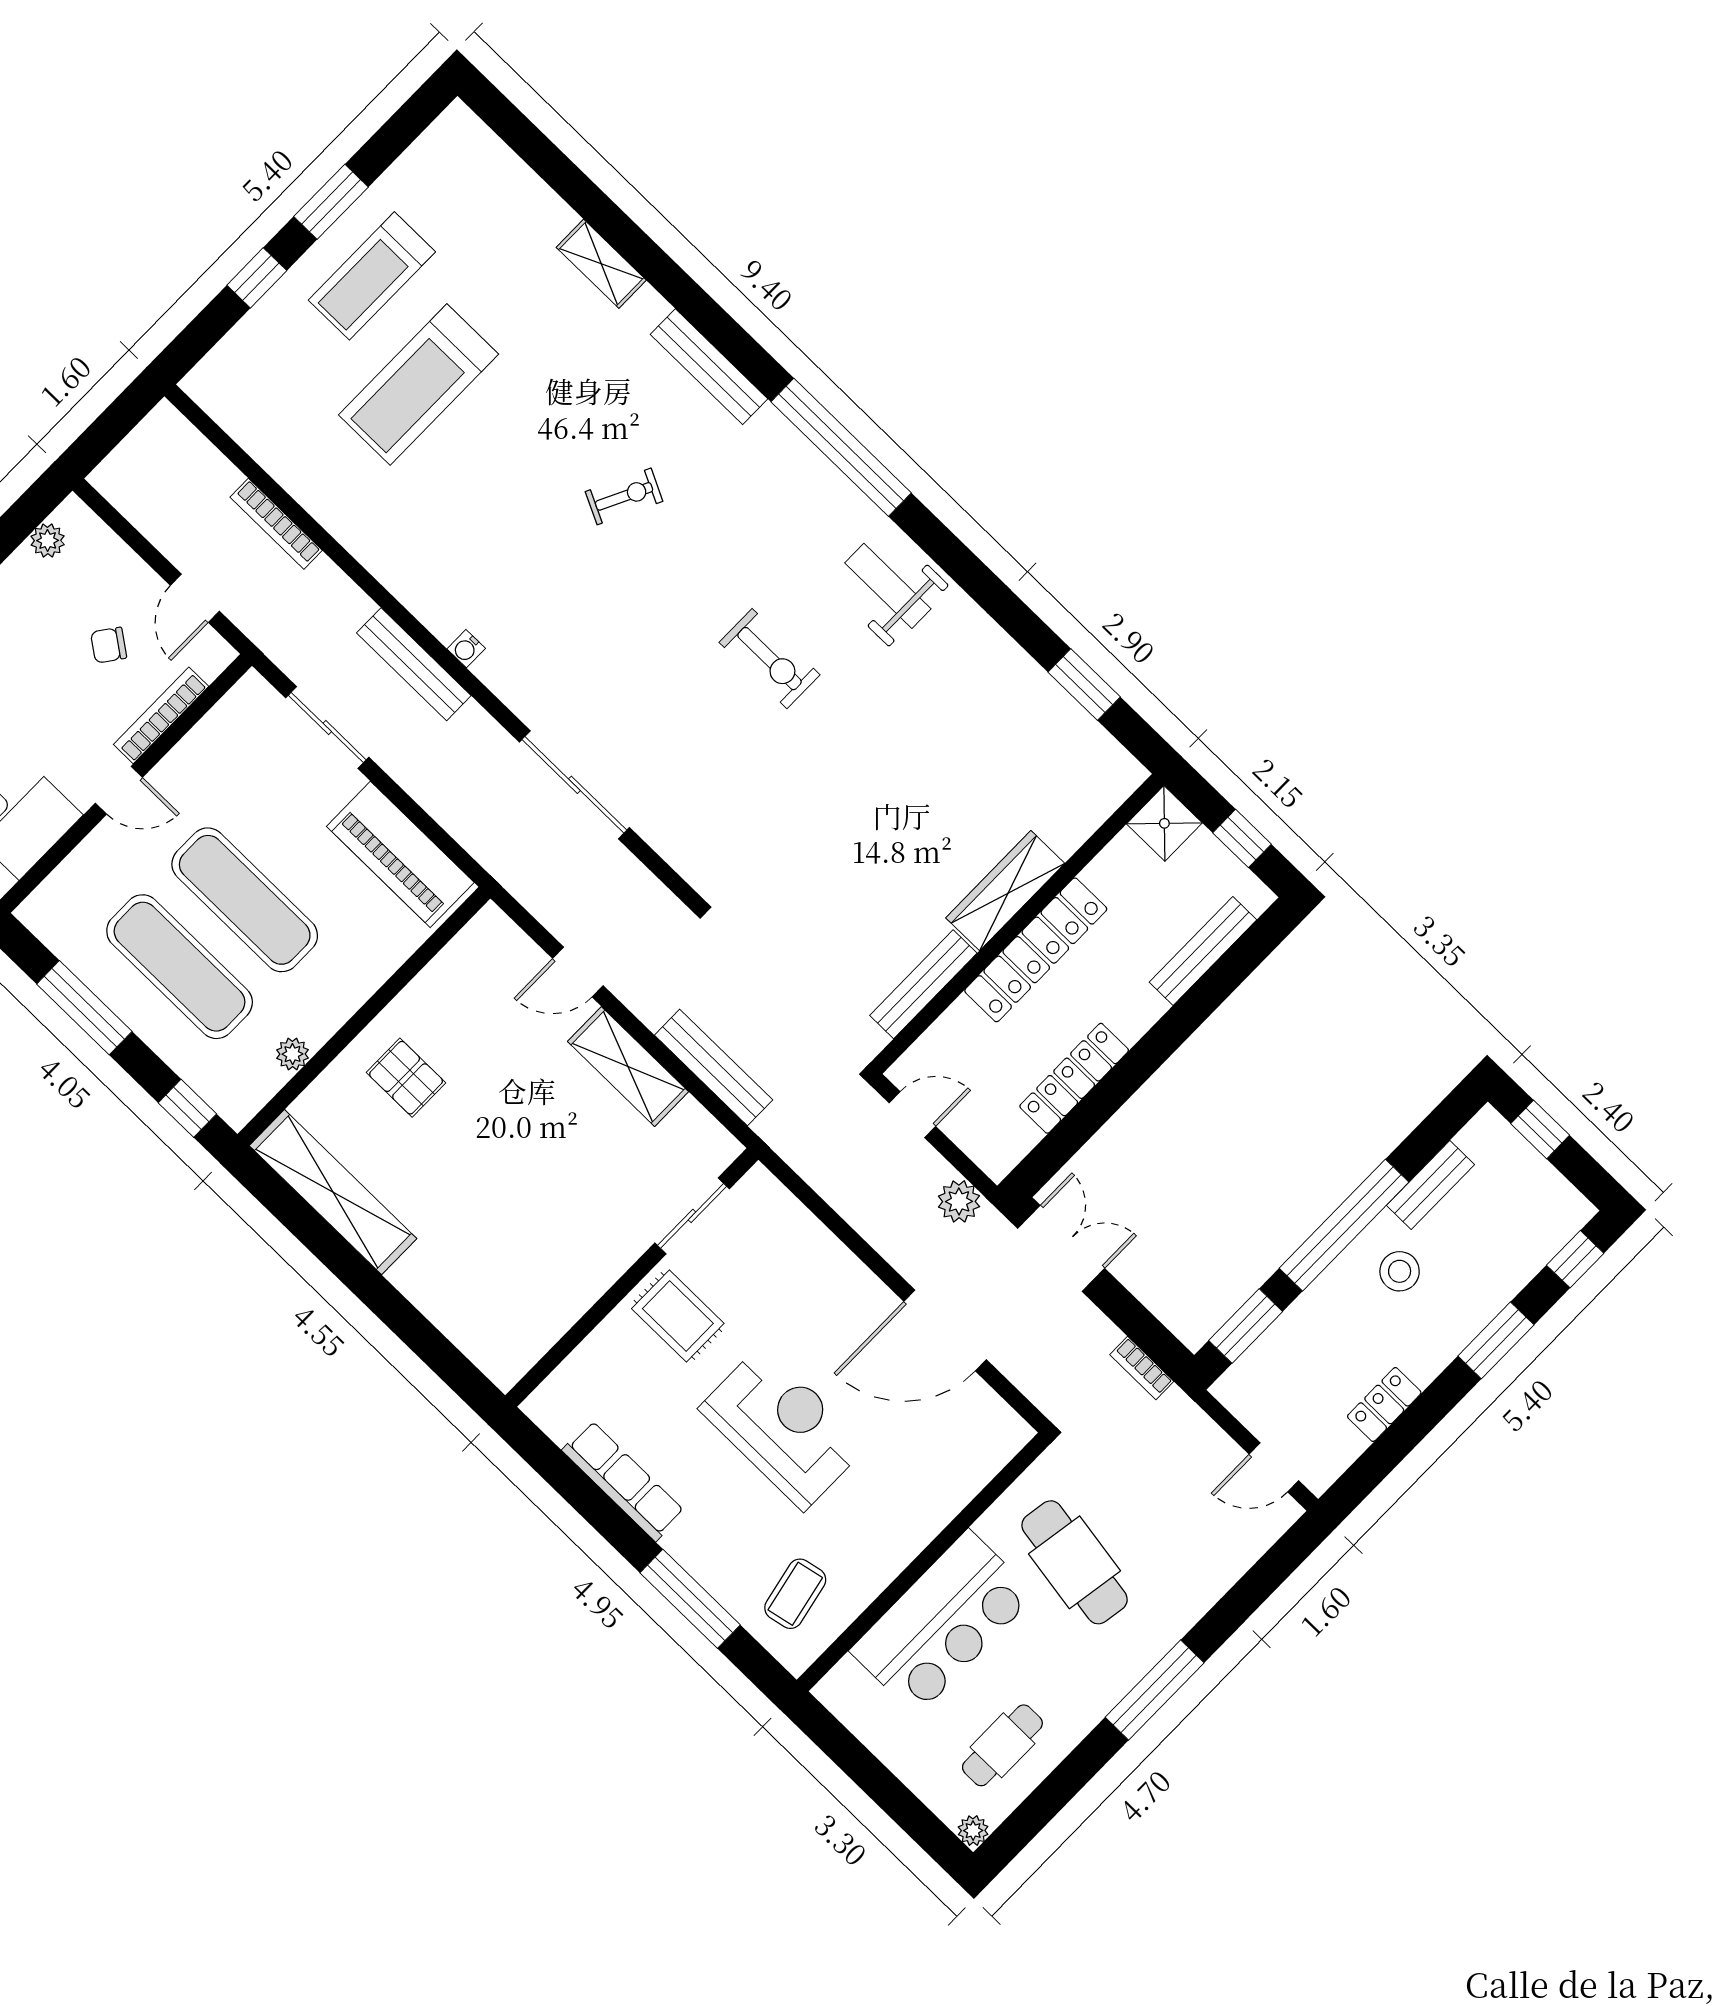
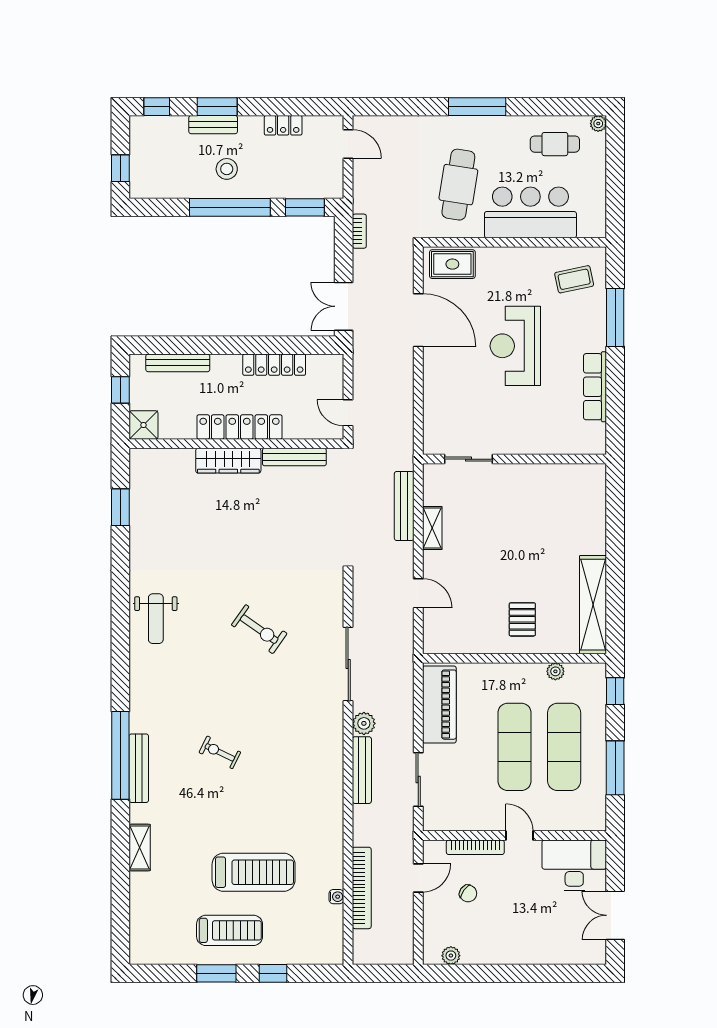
window: (841, 447) -> (120, 755), moved
bookcase: (276, 524) -> (362, 888), width x1.48, depth x1.31
water cooler: (466, 649) -> (336, 897), moved
exercise bike: (770, 659) -> (259, 629), moved, turned 125
shelving: (628, 1067) -> (432, 528), width x0.67, depth x0.75
bench: (1430, 1185) -> (213, 125), moved
plant: (959, 1201) -> (364, 723), moved
rug: (678, 1316) -> (452, 264), moved, turned 90

